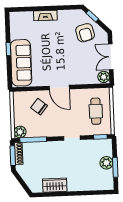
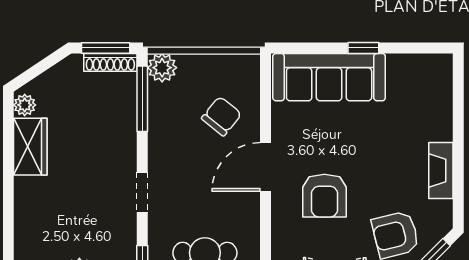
fireplace: (45, 16) -> (441, 170), moved
armchair: (70, 63) -> (324, 196), added
plant: (38, 188) -> (25, 105), added

